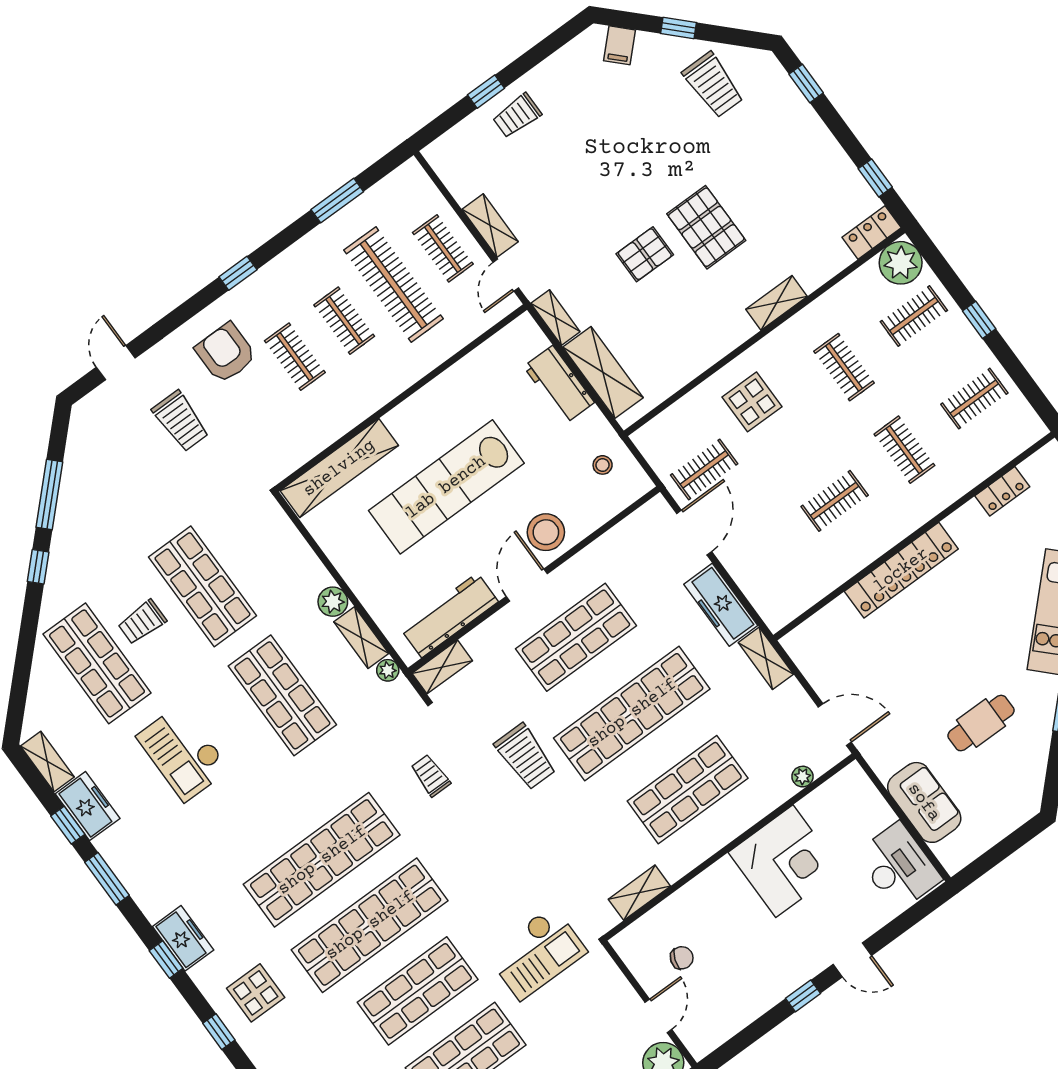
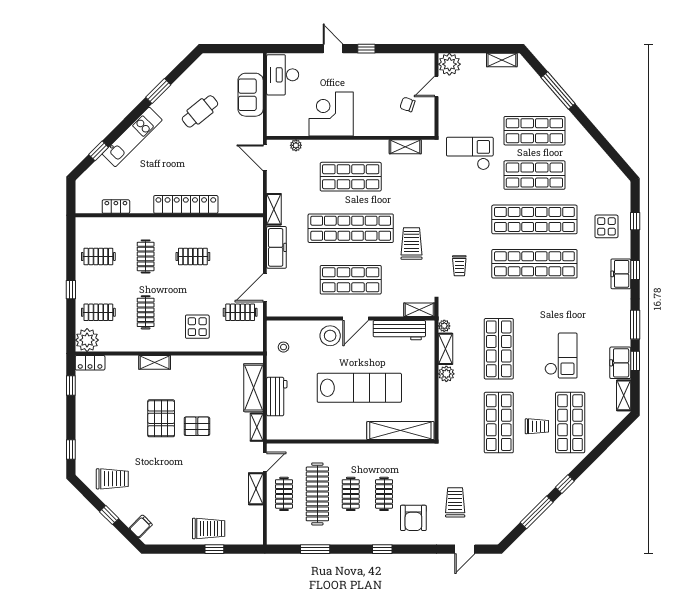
trolley: (713, 85) -> (112, 479), turned 90
trolley: (517, 116) -> (209, 528), width x1.36, depth x1.39
cafe table: (981, 723) -> (200, 111), turned -39

